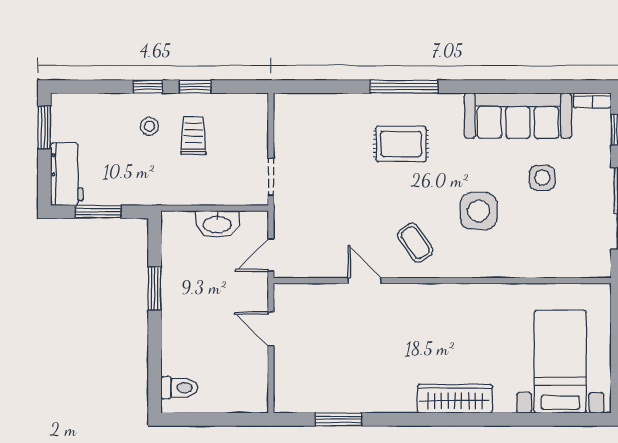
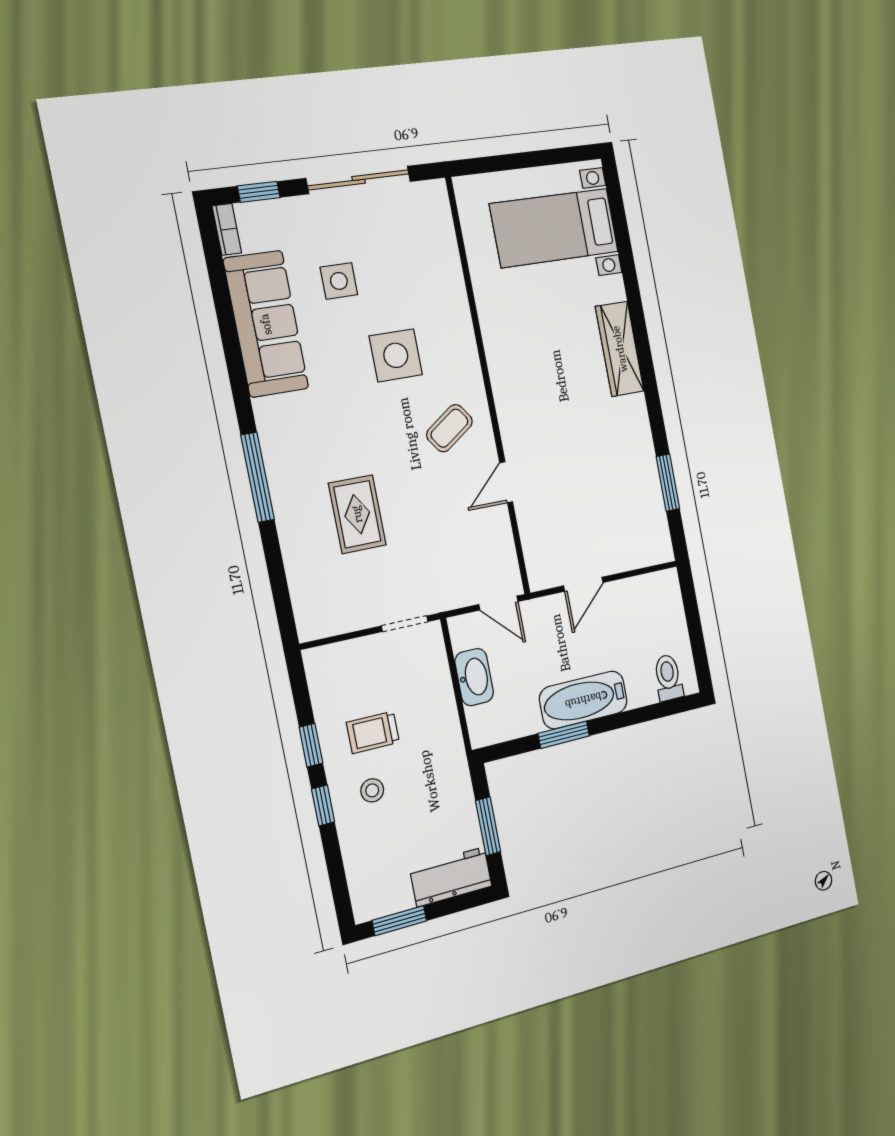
rug: (401, 144) -> (357, 514), moved
bathtub: (178, 311) -> (583, 700), added

